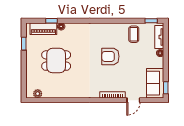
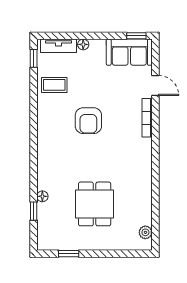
piano: (43, 29) -> (46, 224), removed

